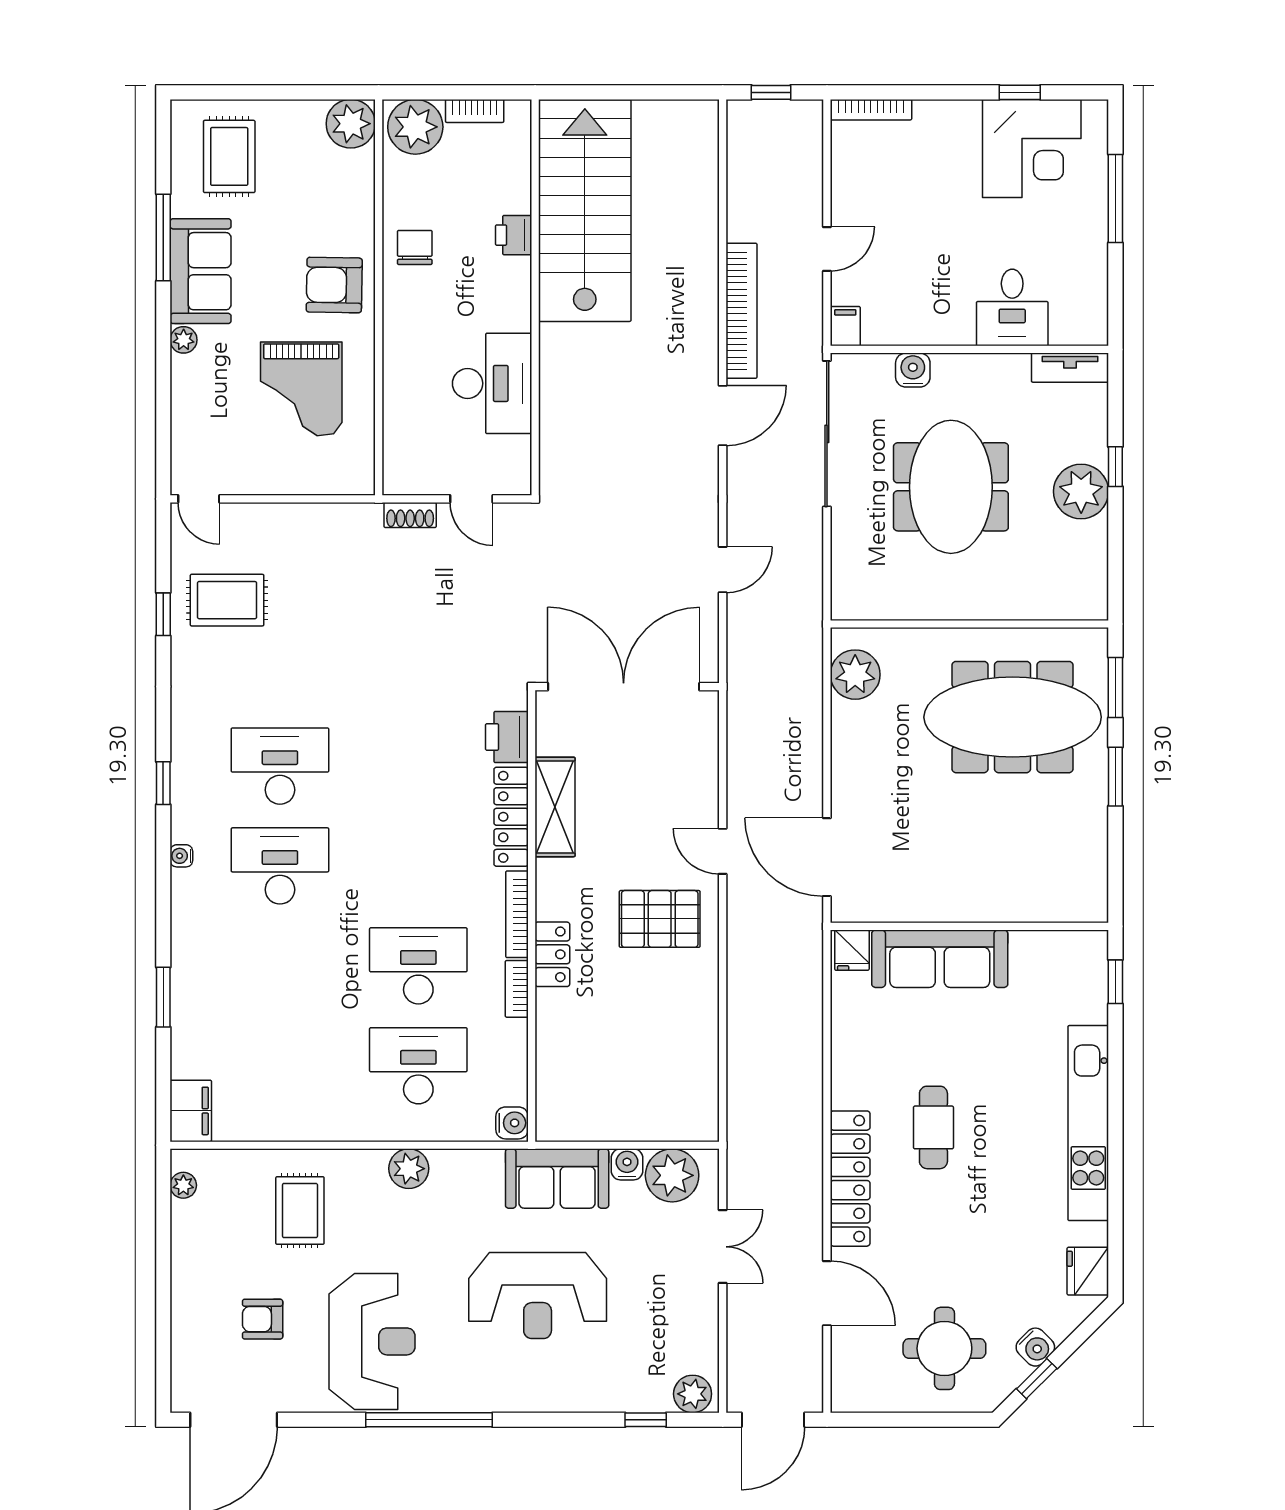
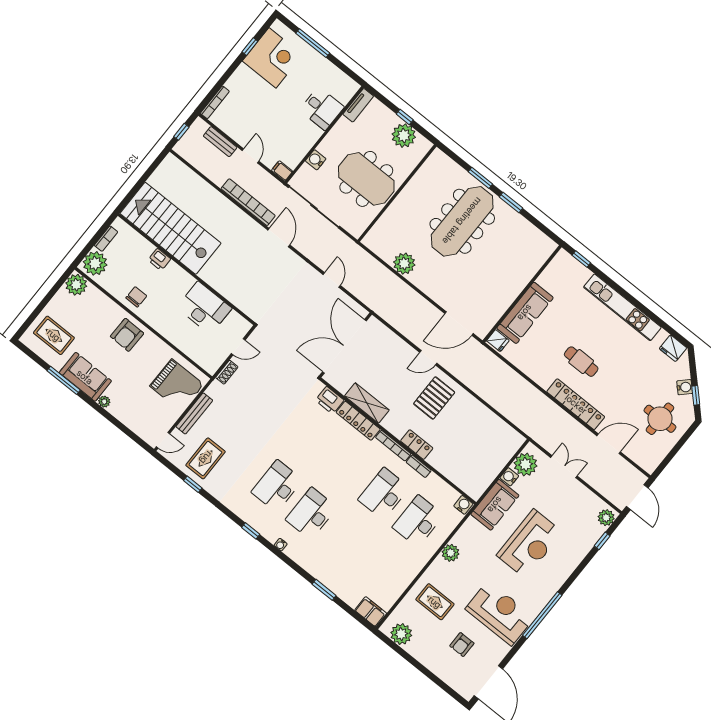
bench: (809, 175) -> (220, 142), added
chair: (415, 247) -> (136, 297), turned 90
grand piano: (301, 389) -> (177, 385), moved
bench: (291, 516) -> (194, 414), added
wall: (969, 624) -> (397, 193), moved
plant: (183, 1185) -> (401, 634), width x1.87, depth x1.87

